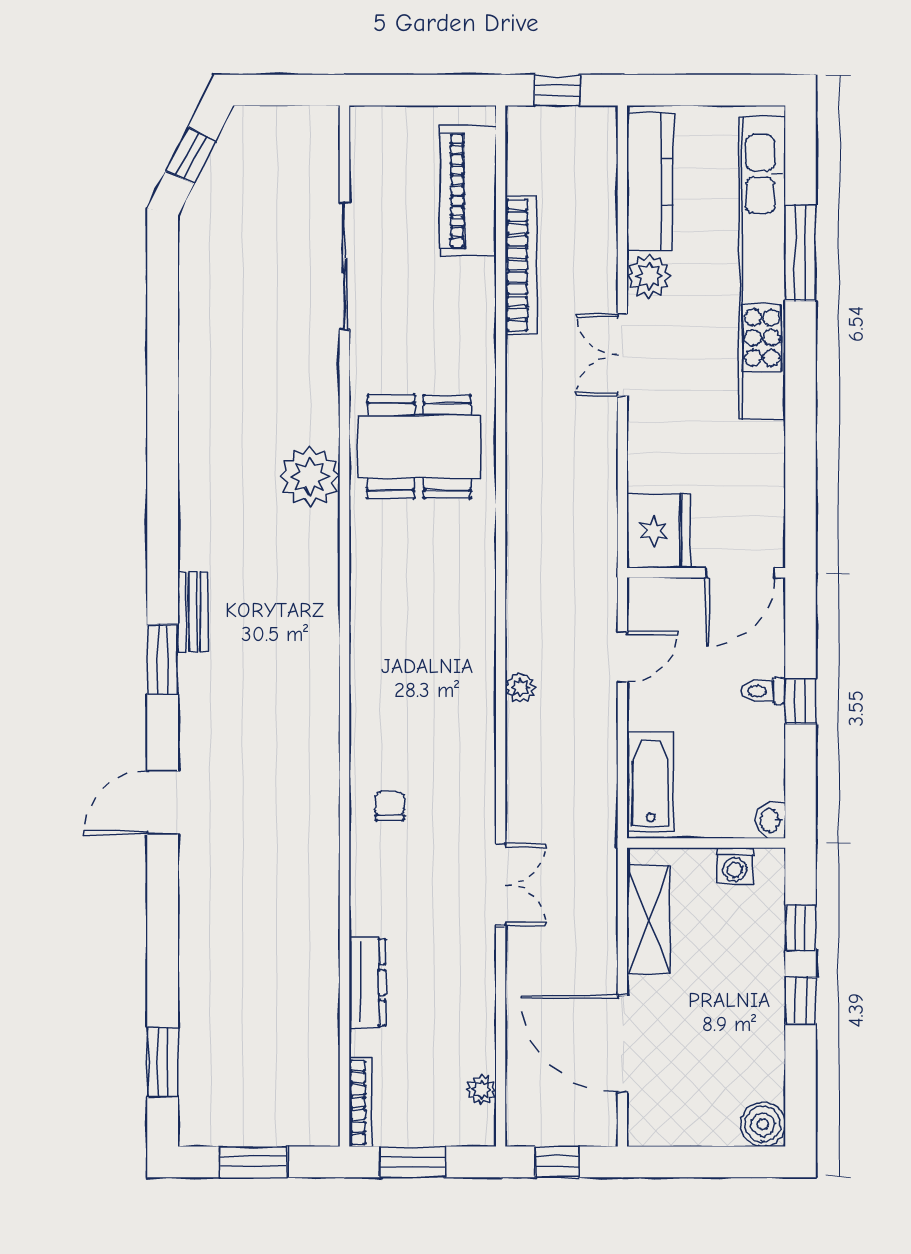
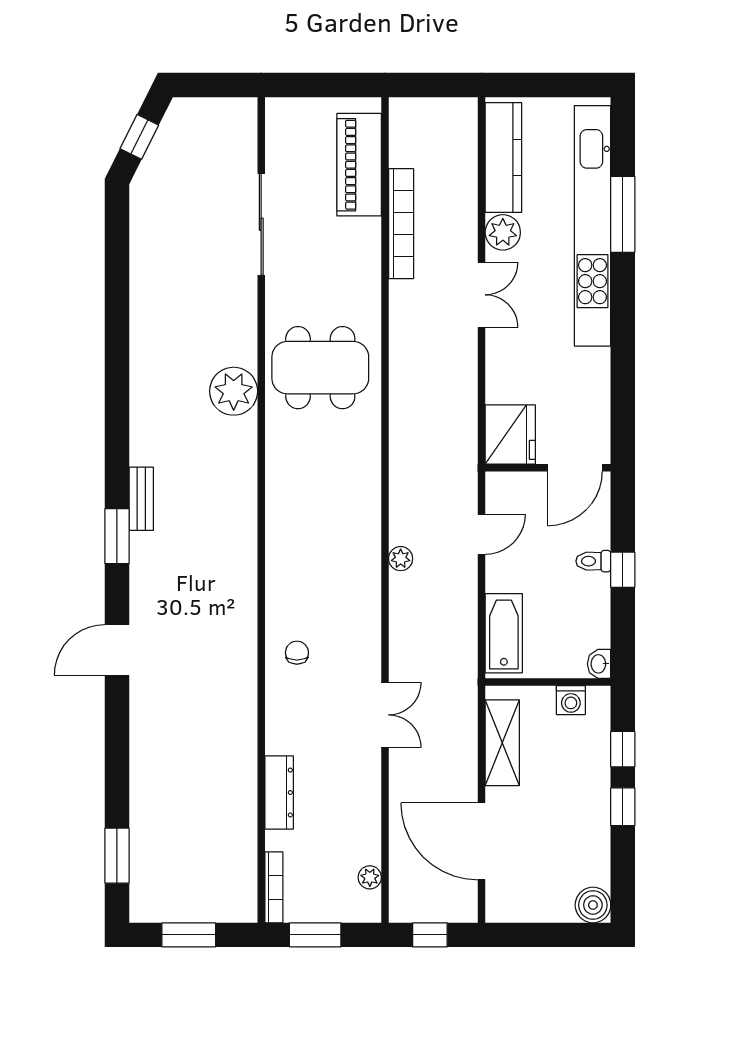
window: (557, 90) -> (430, 85), removed
double door: (622, 355) -> (482, 295), swing flipped

